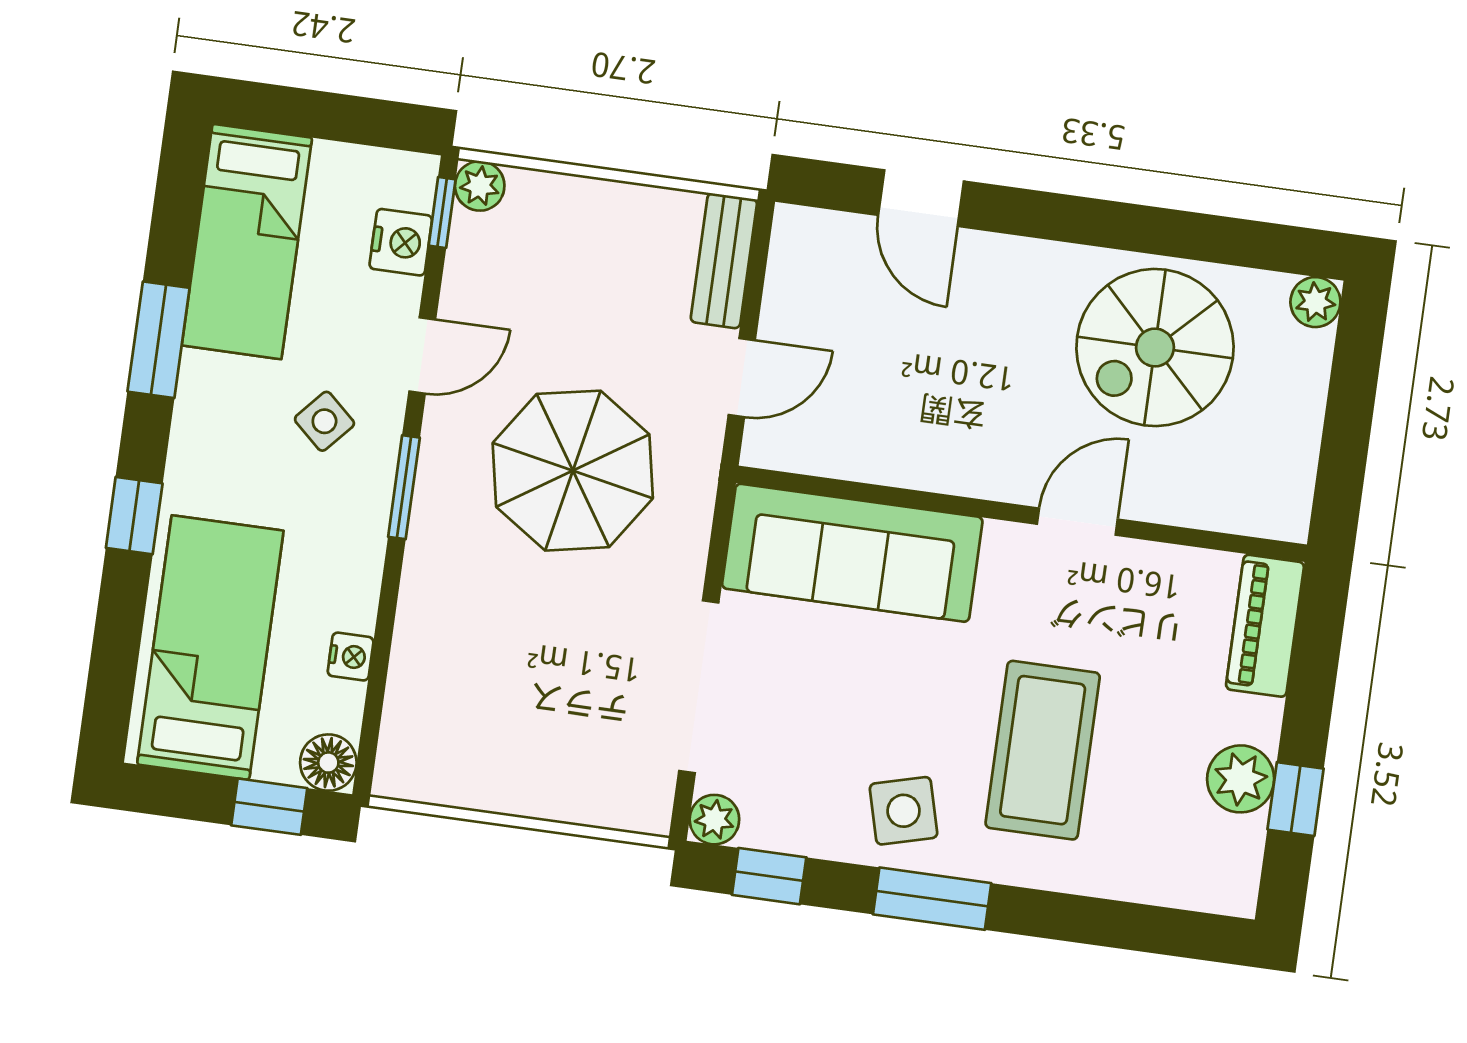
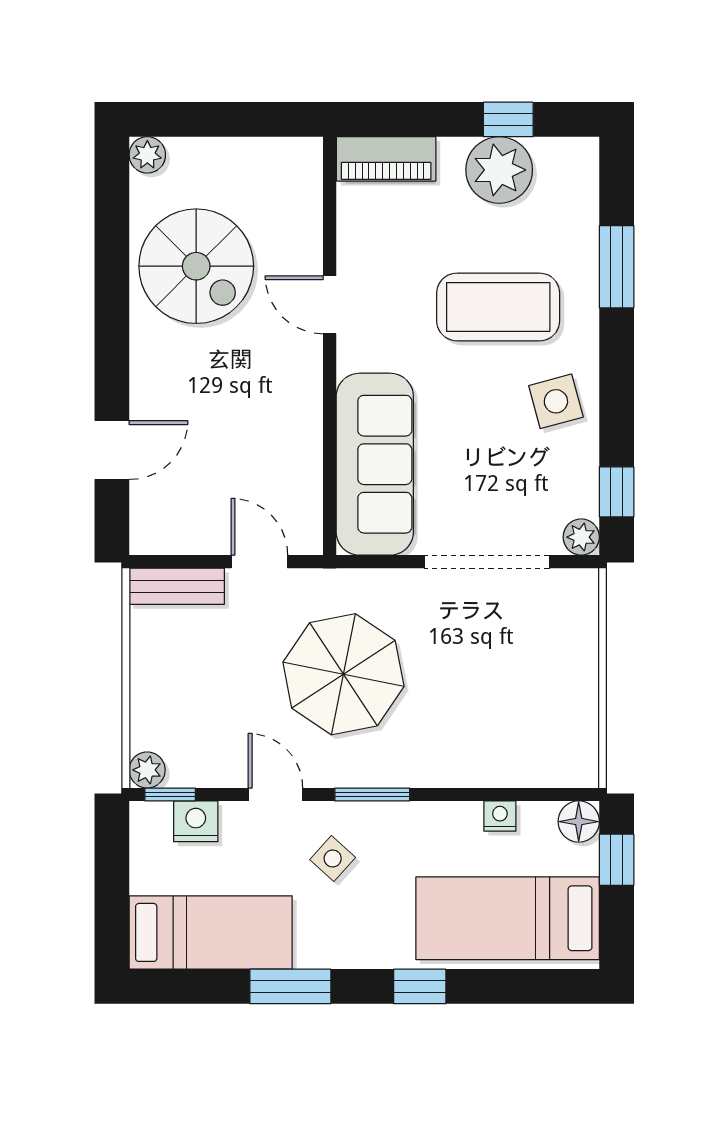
plant: (1241, 779) -> (499, 170), width x1.36, depth x1.36
window: (932, 899) -> (617, 267), moved

